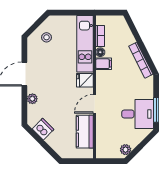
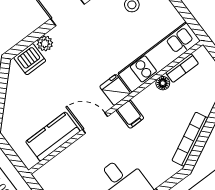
filing cabinet: (104, 64) -> (130, 114), moved
dishwasher: (43, 129) -> (30, 59), moved, turned 45

